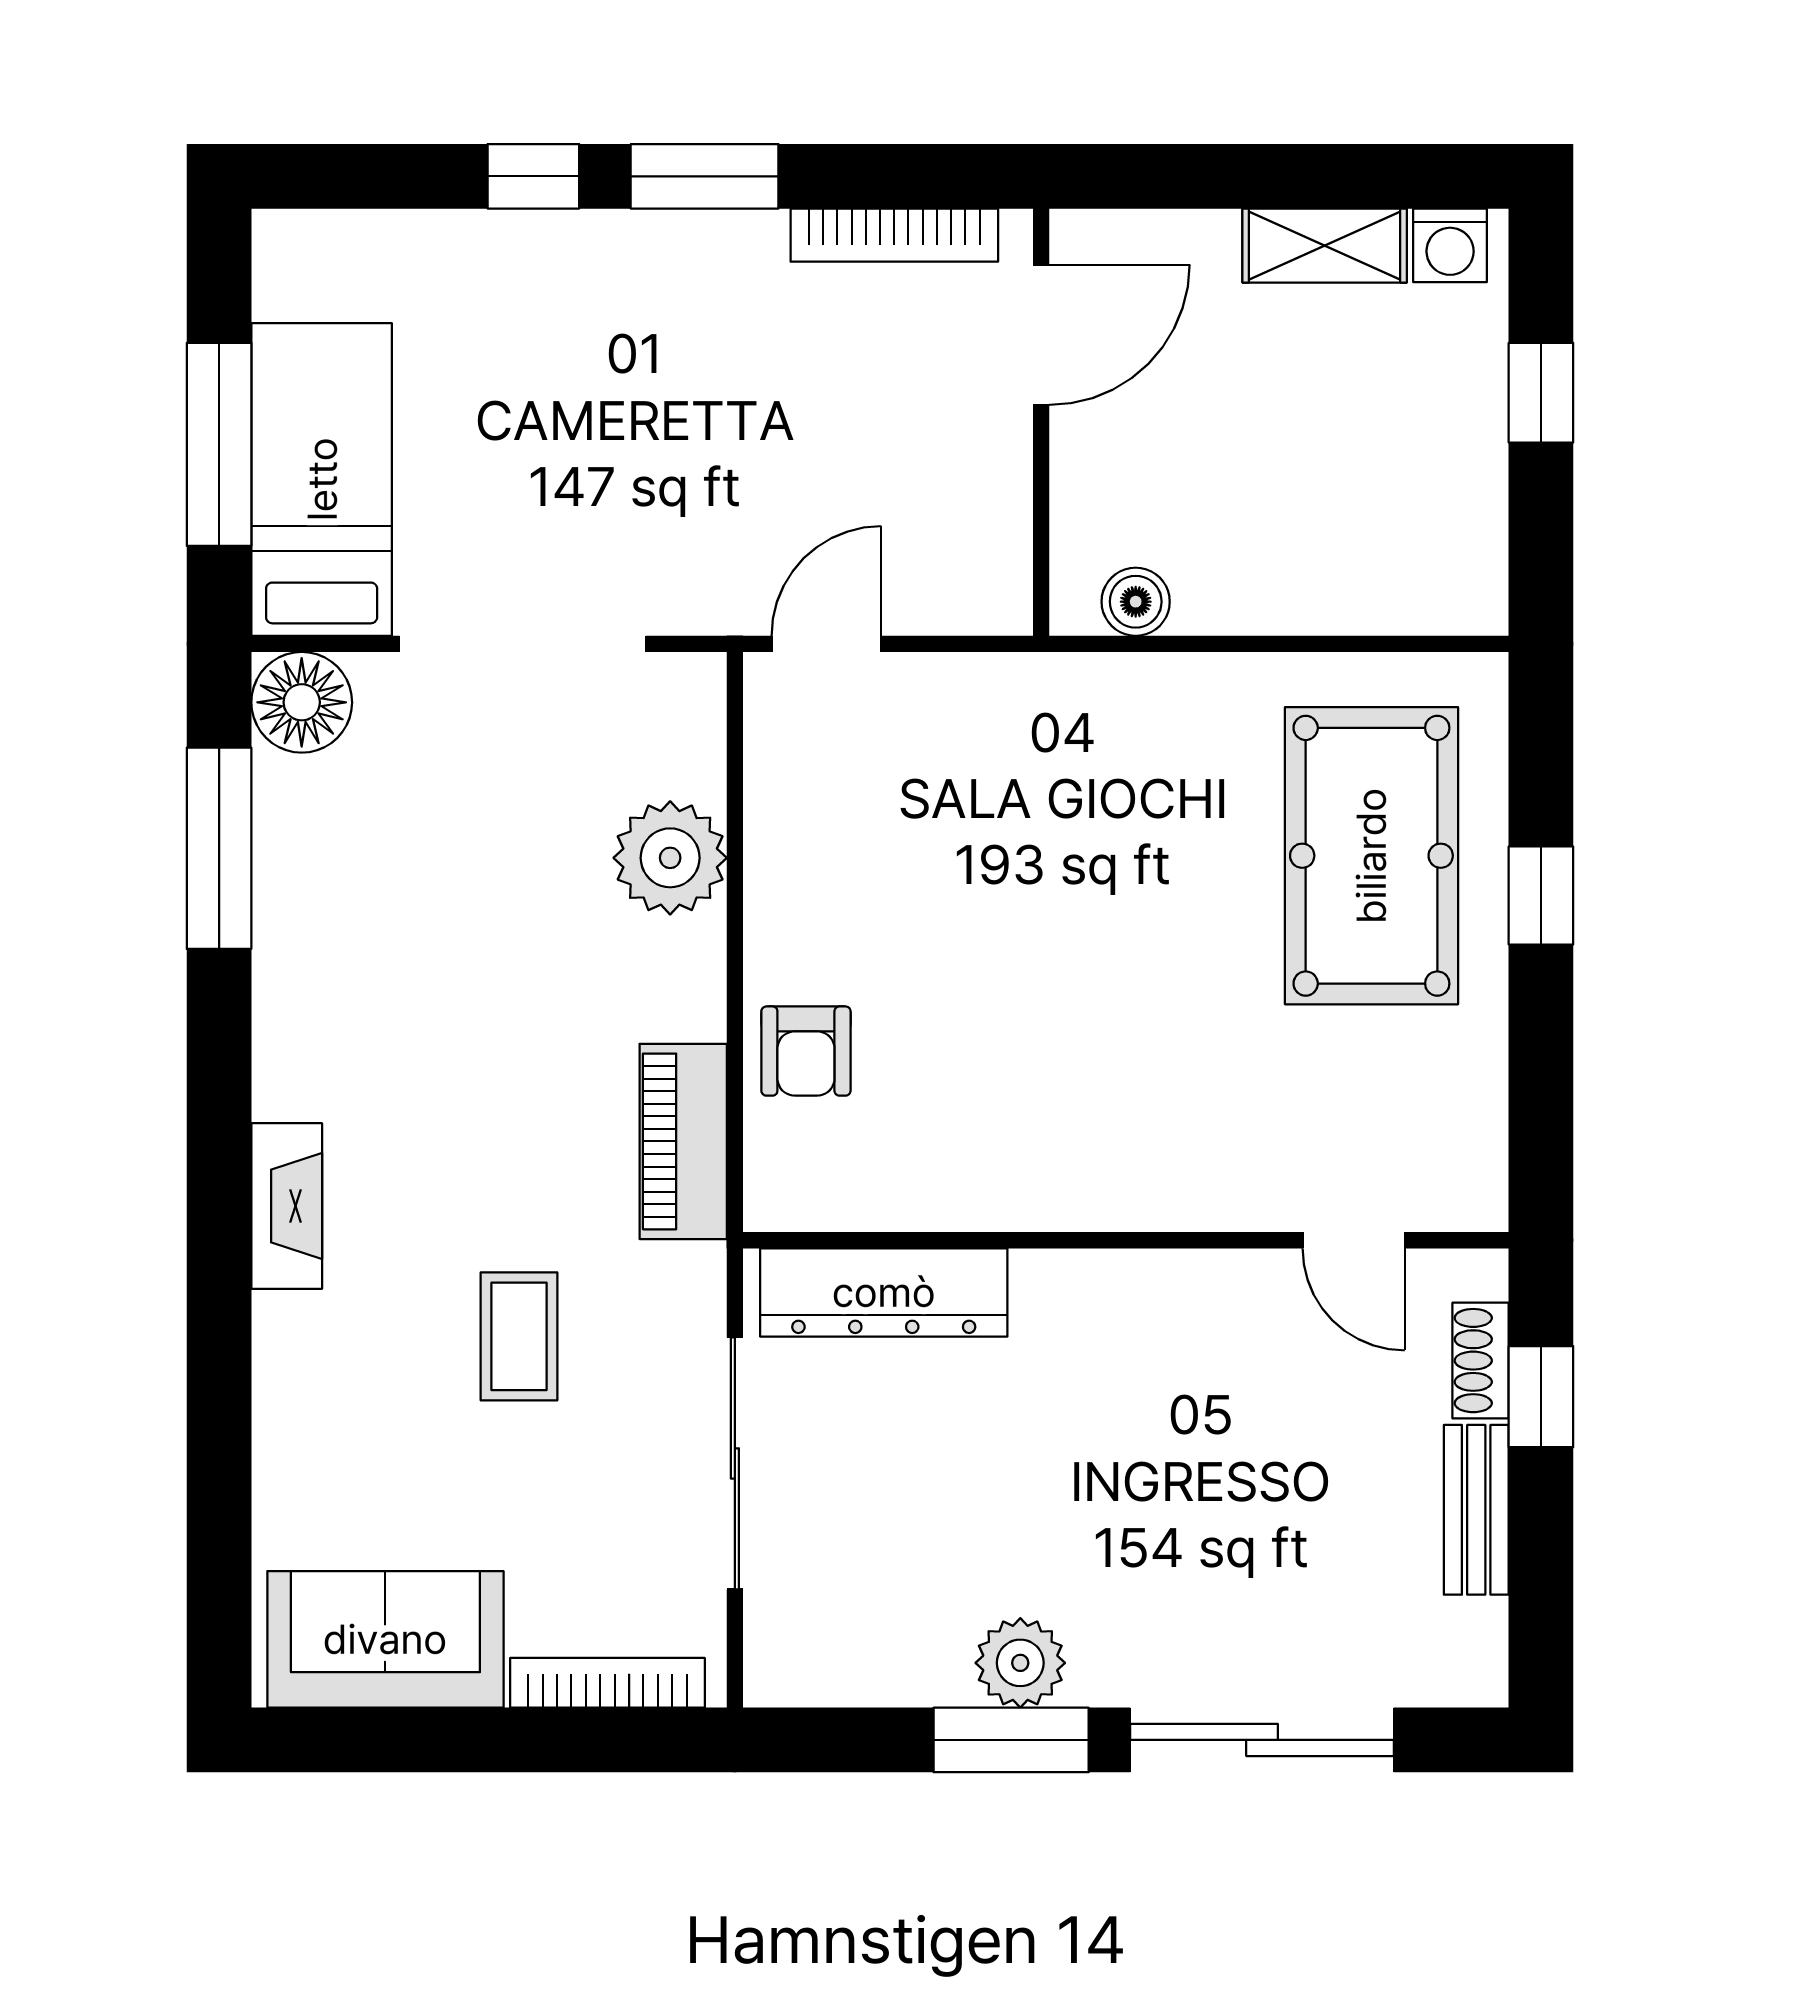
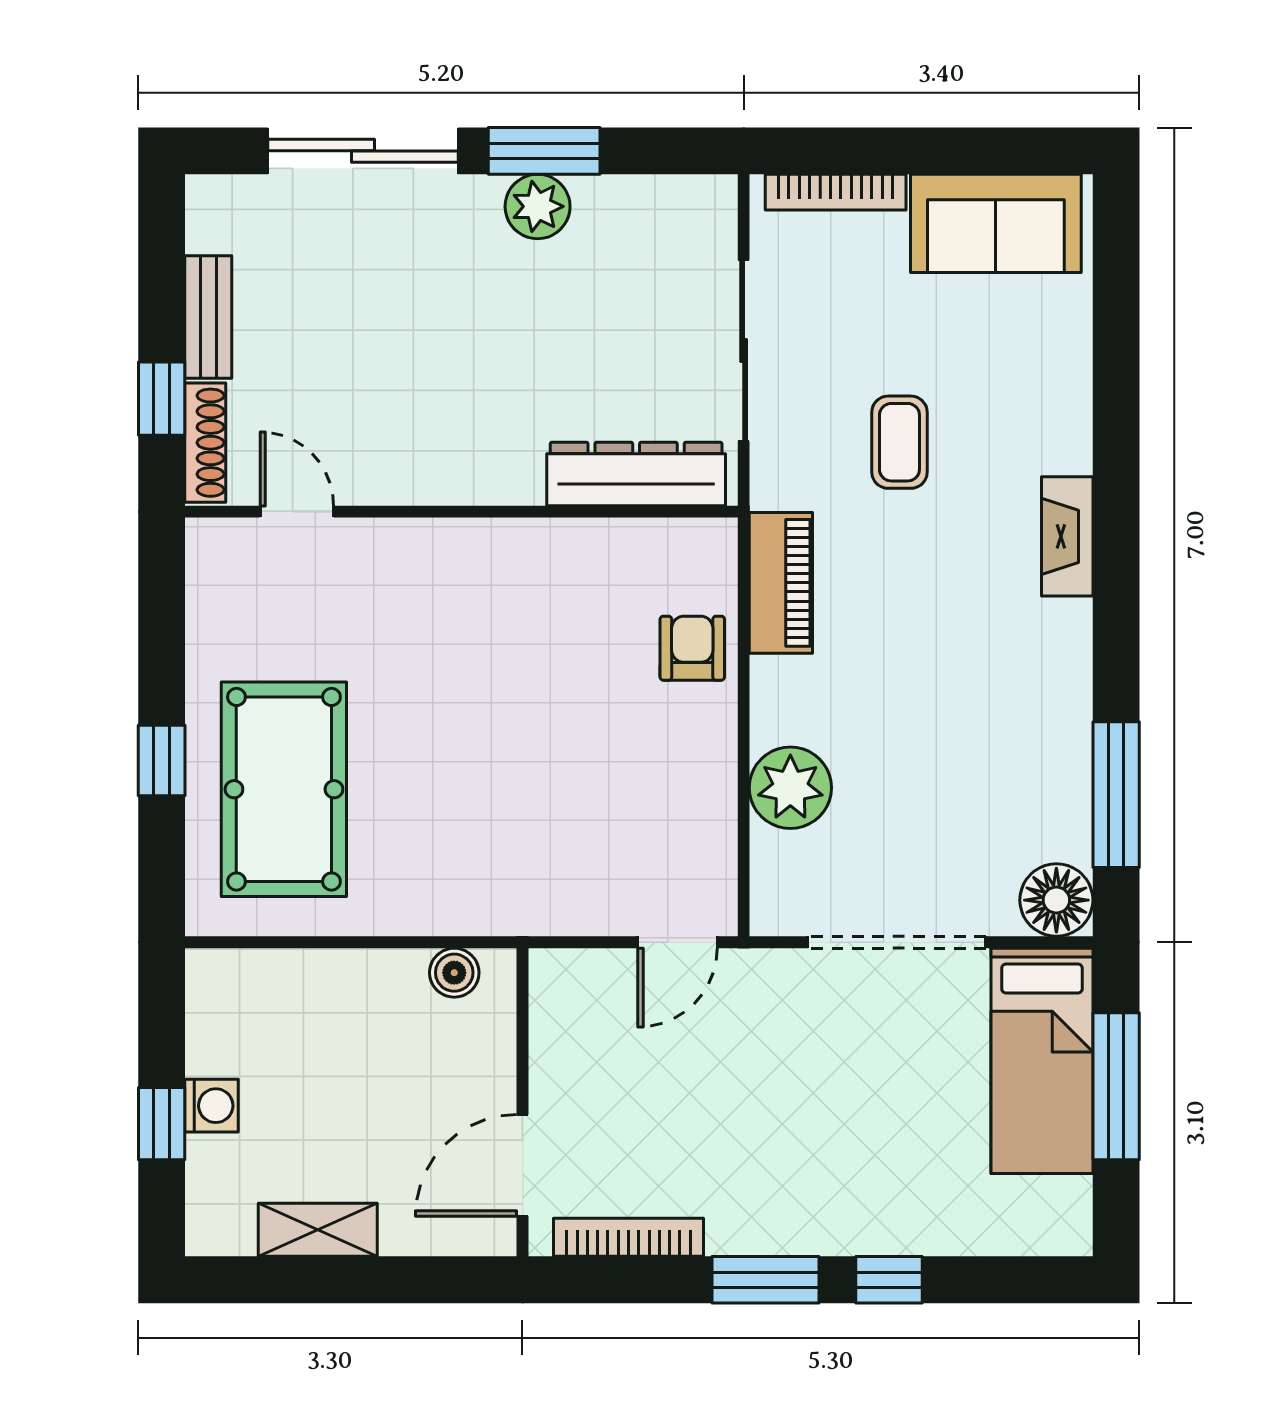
washing machine: (1450, 245) -> (212, 1106), moved, turned 90
shoe rack: (1481, 1361) -> (205, 443), width x1.43

